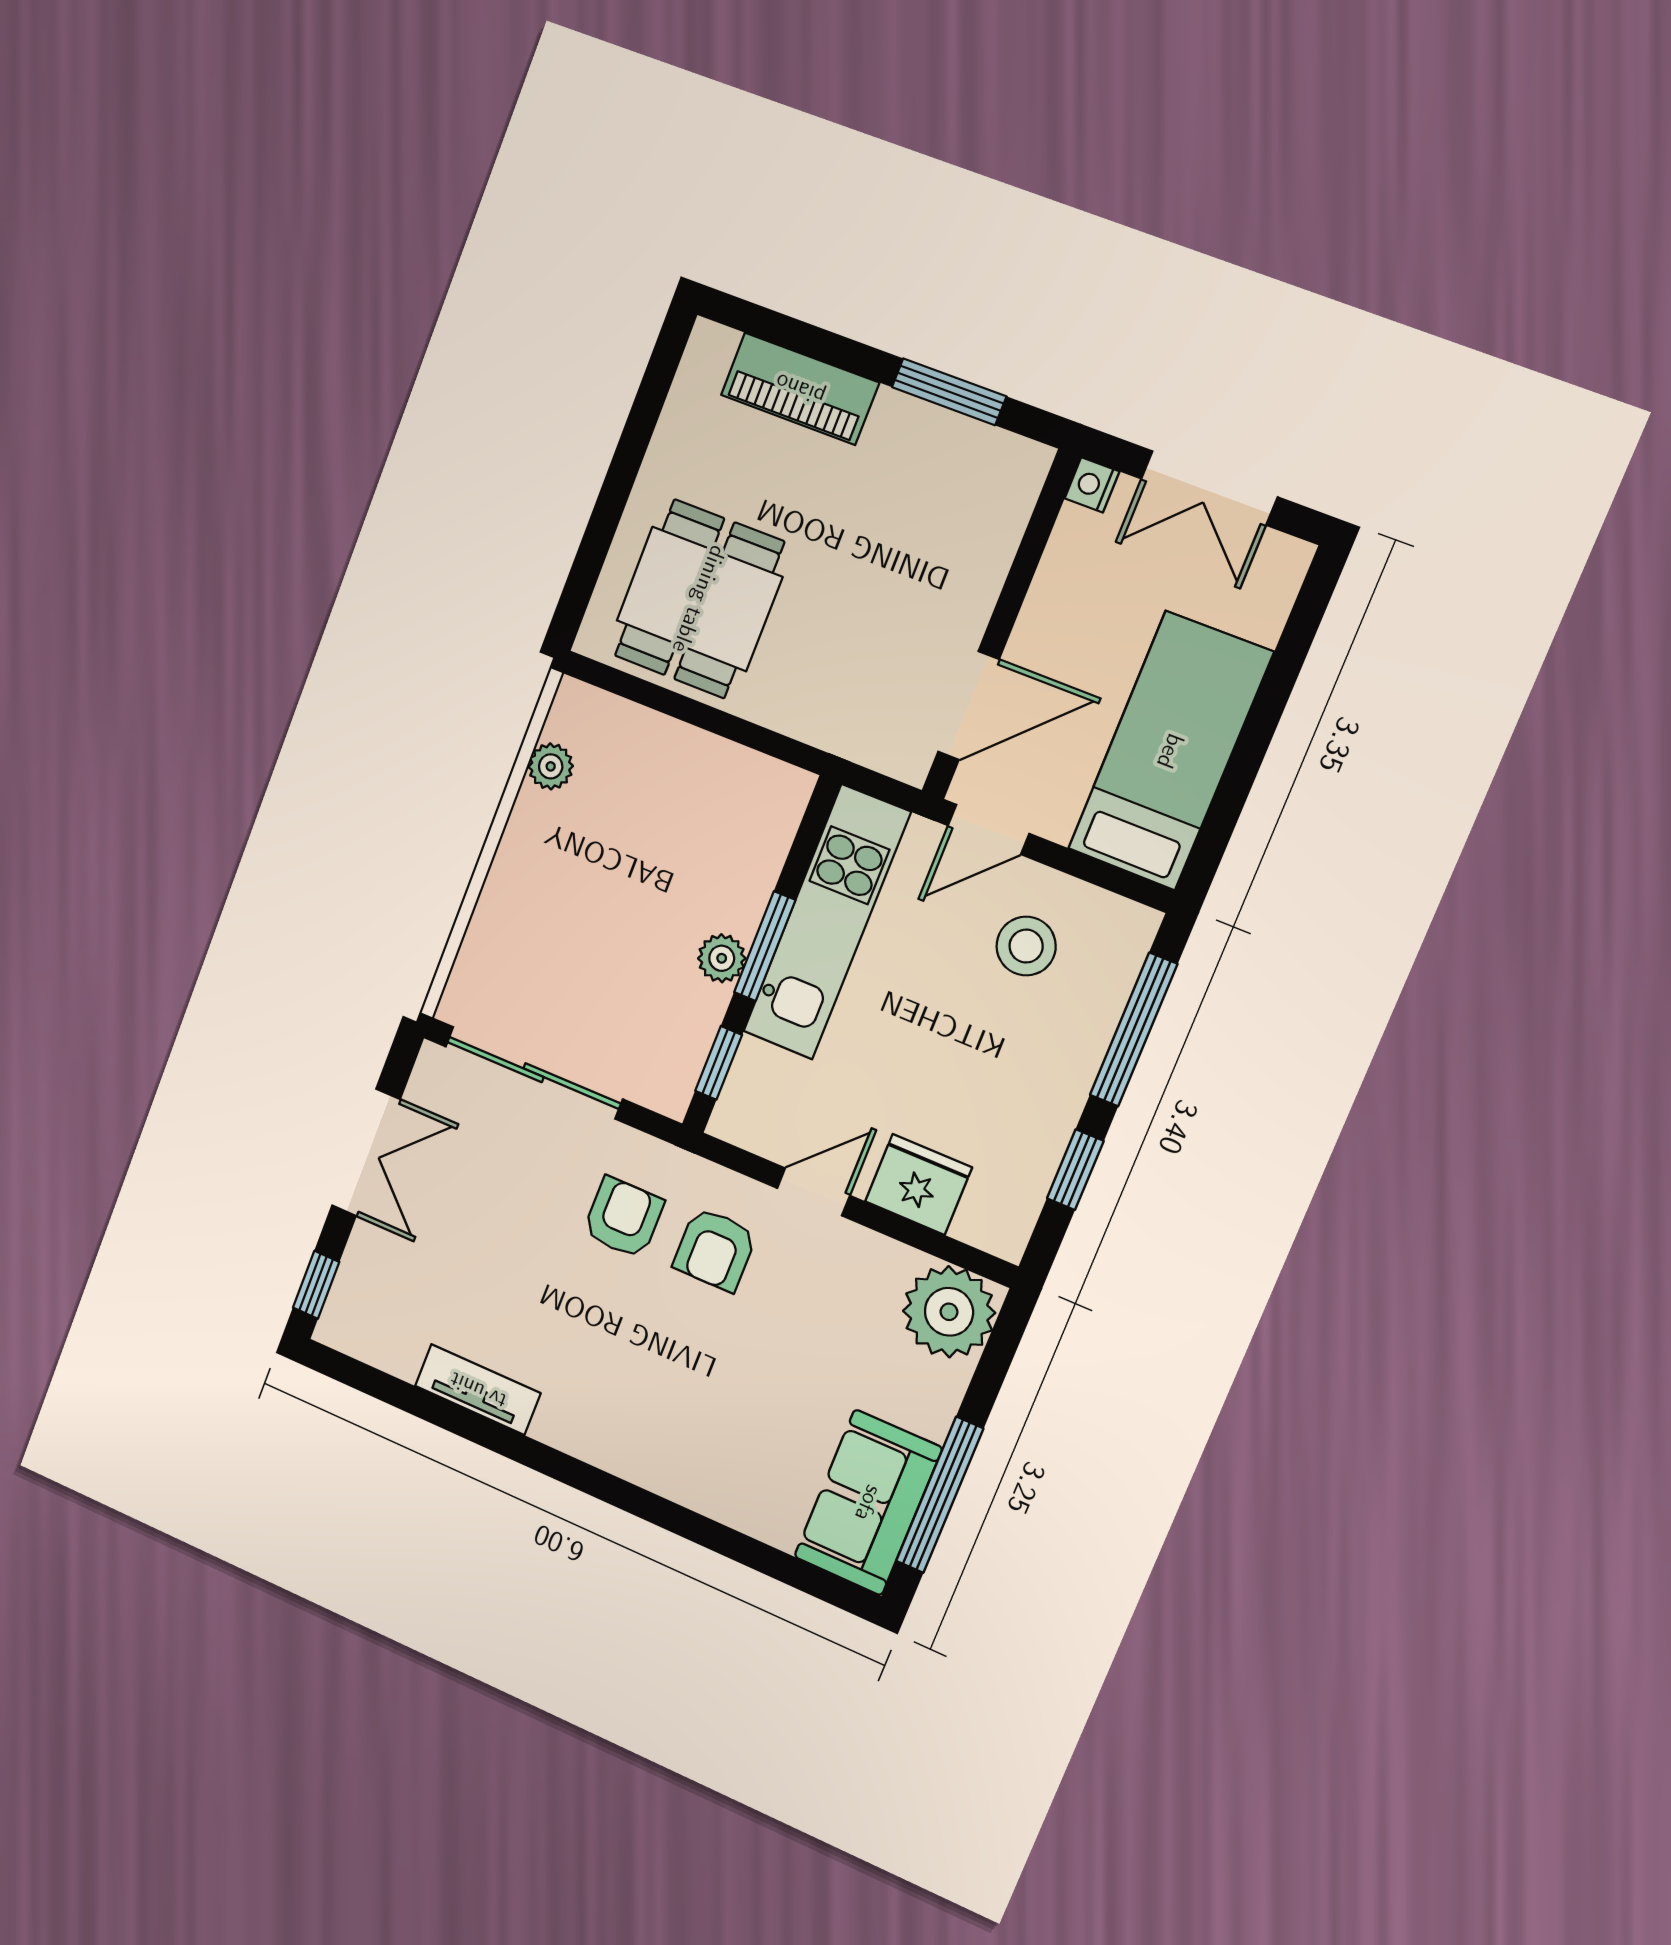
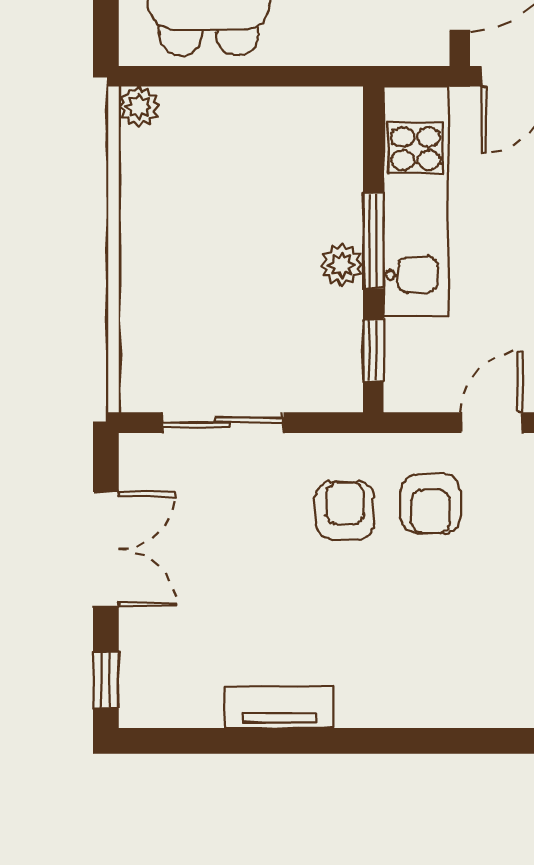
plant: (551, 766) -> (139, 107), moved
sliding door: (534, 1073) -> (223, 423), width x0.73

